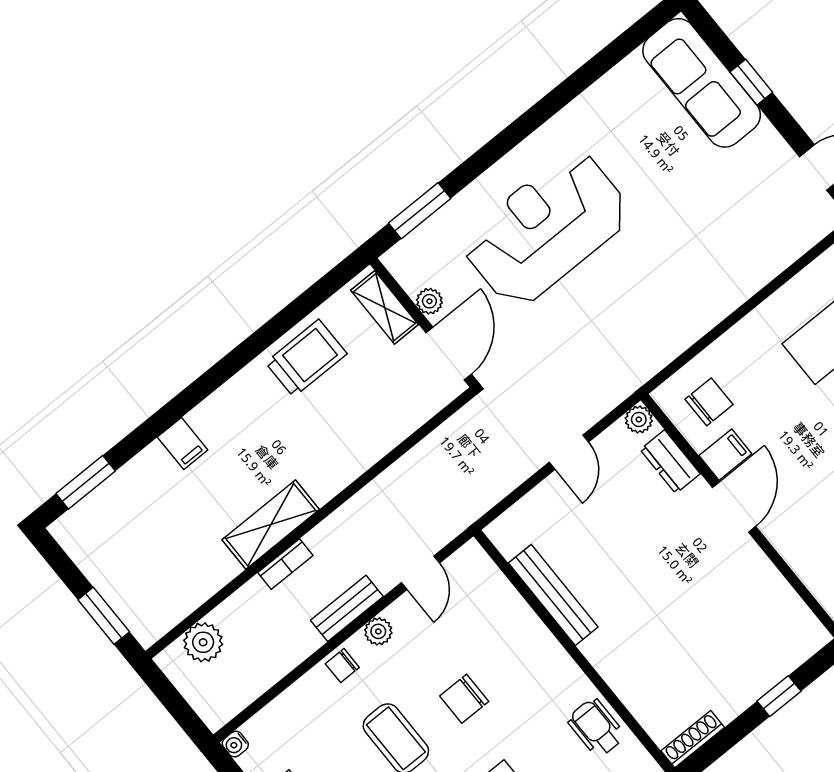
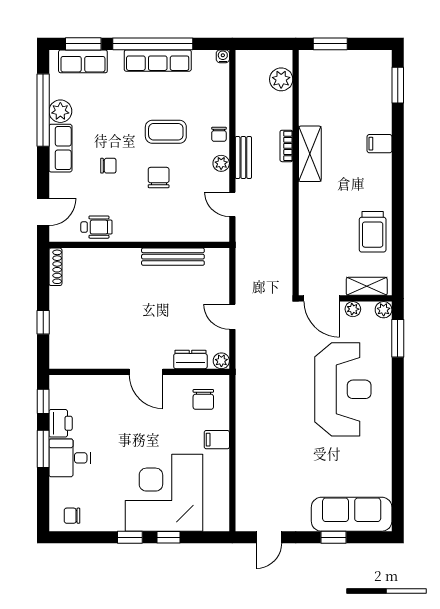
plant: (397, 260) -> (384, 310), added
filing cabinet: (725, 455) -> (217, 440), moved, turned 90
chair: (342, 666) -> (219, 134), turned 180

